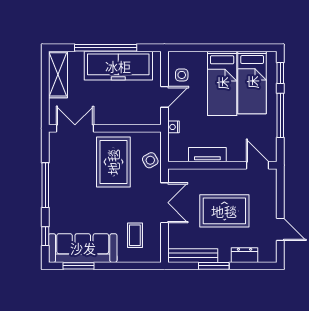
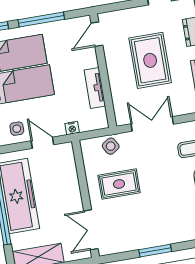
rug: (113, 162) -> (119, 184), width x0.73, depth x0.70
window: (45, 185) -> (155, 251), width x0.69

